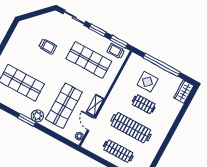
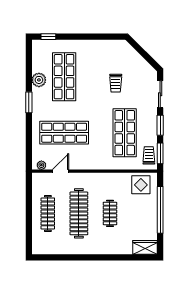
display table: (148, 82) -> (141, 185), moved
shelving: (95, 105) -> (82, 164), removed
plant: (37, 116) -> (39, 80), moved

